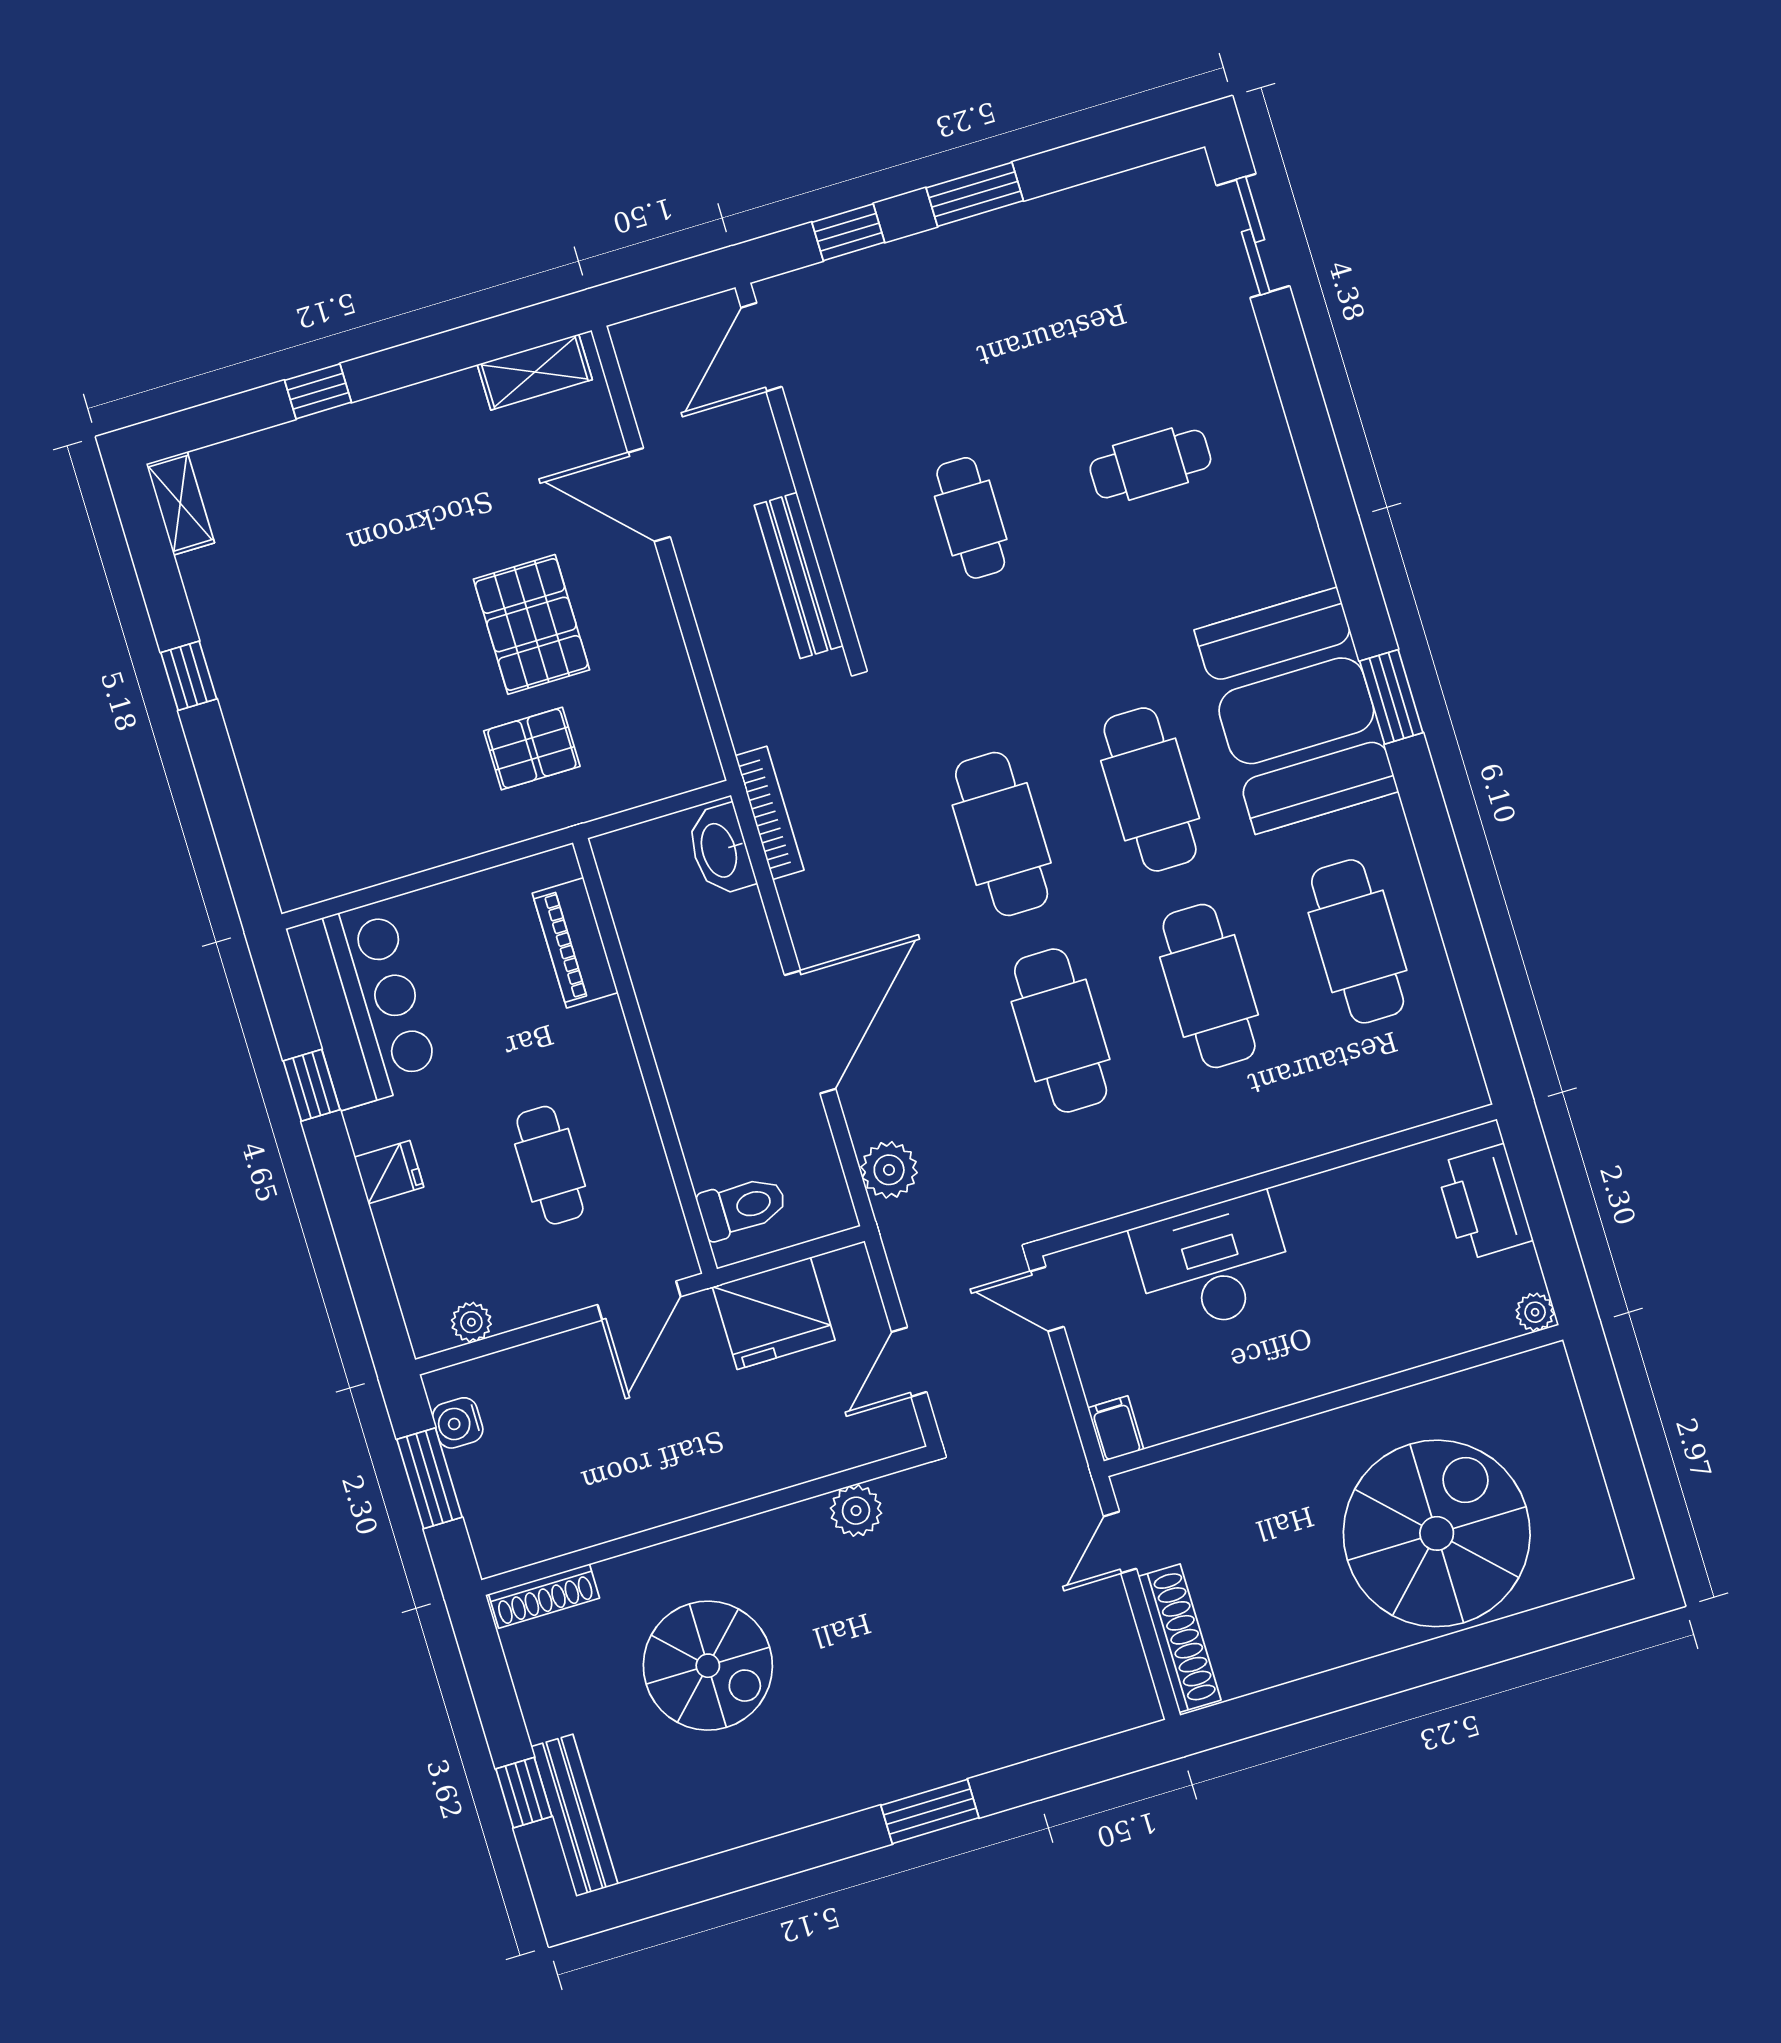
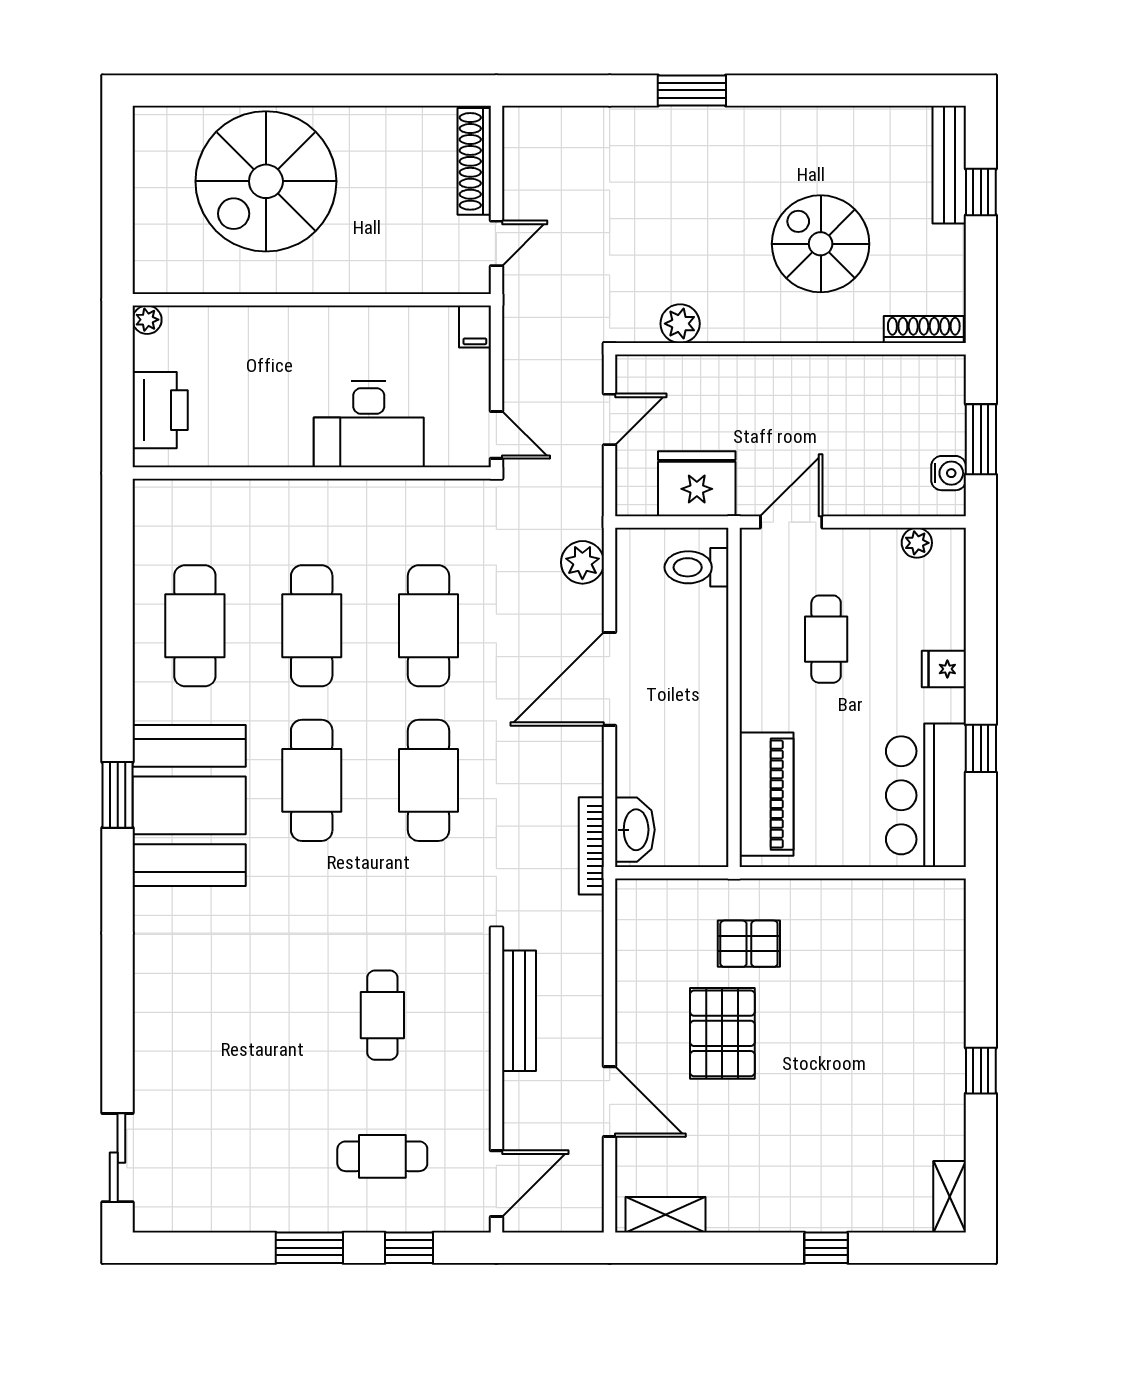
cafe table: (1150, 464) -> (382, 1156), moved
piano: (575, 943) -> (766, 794), width x1.37, depth x1.33

